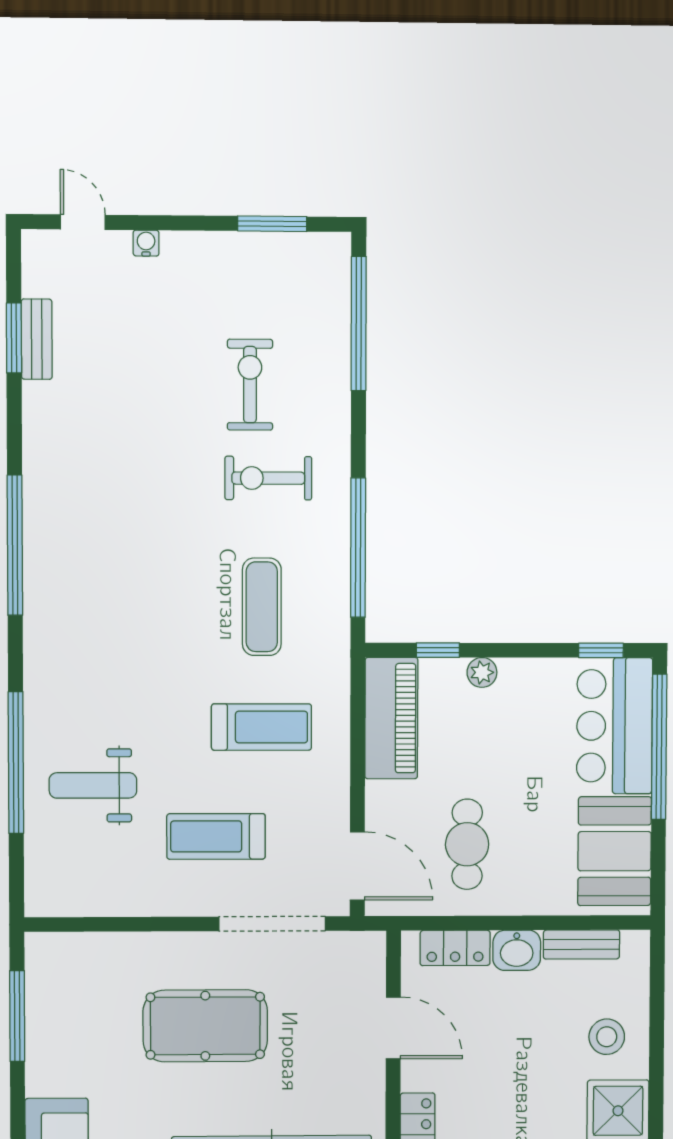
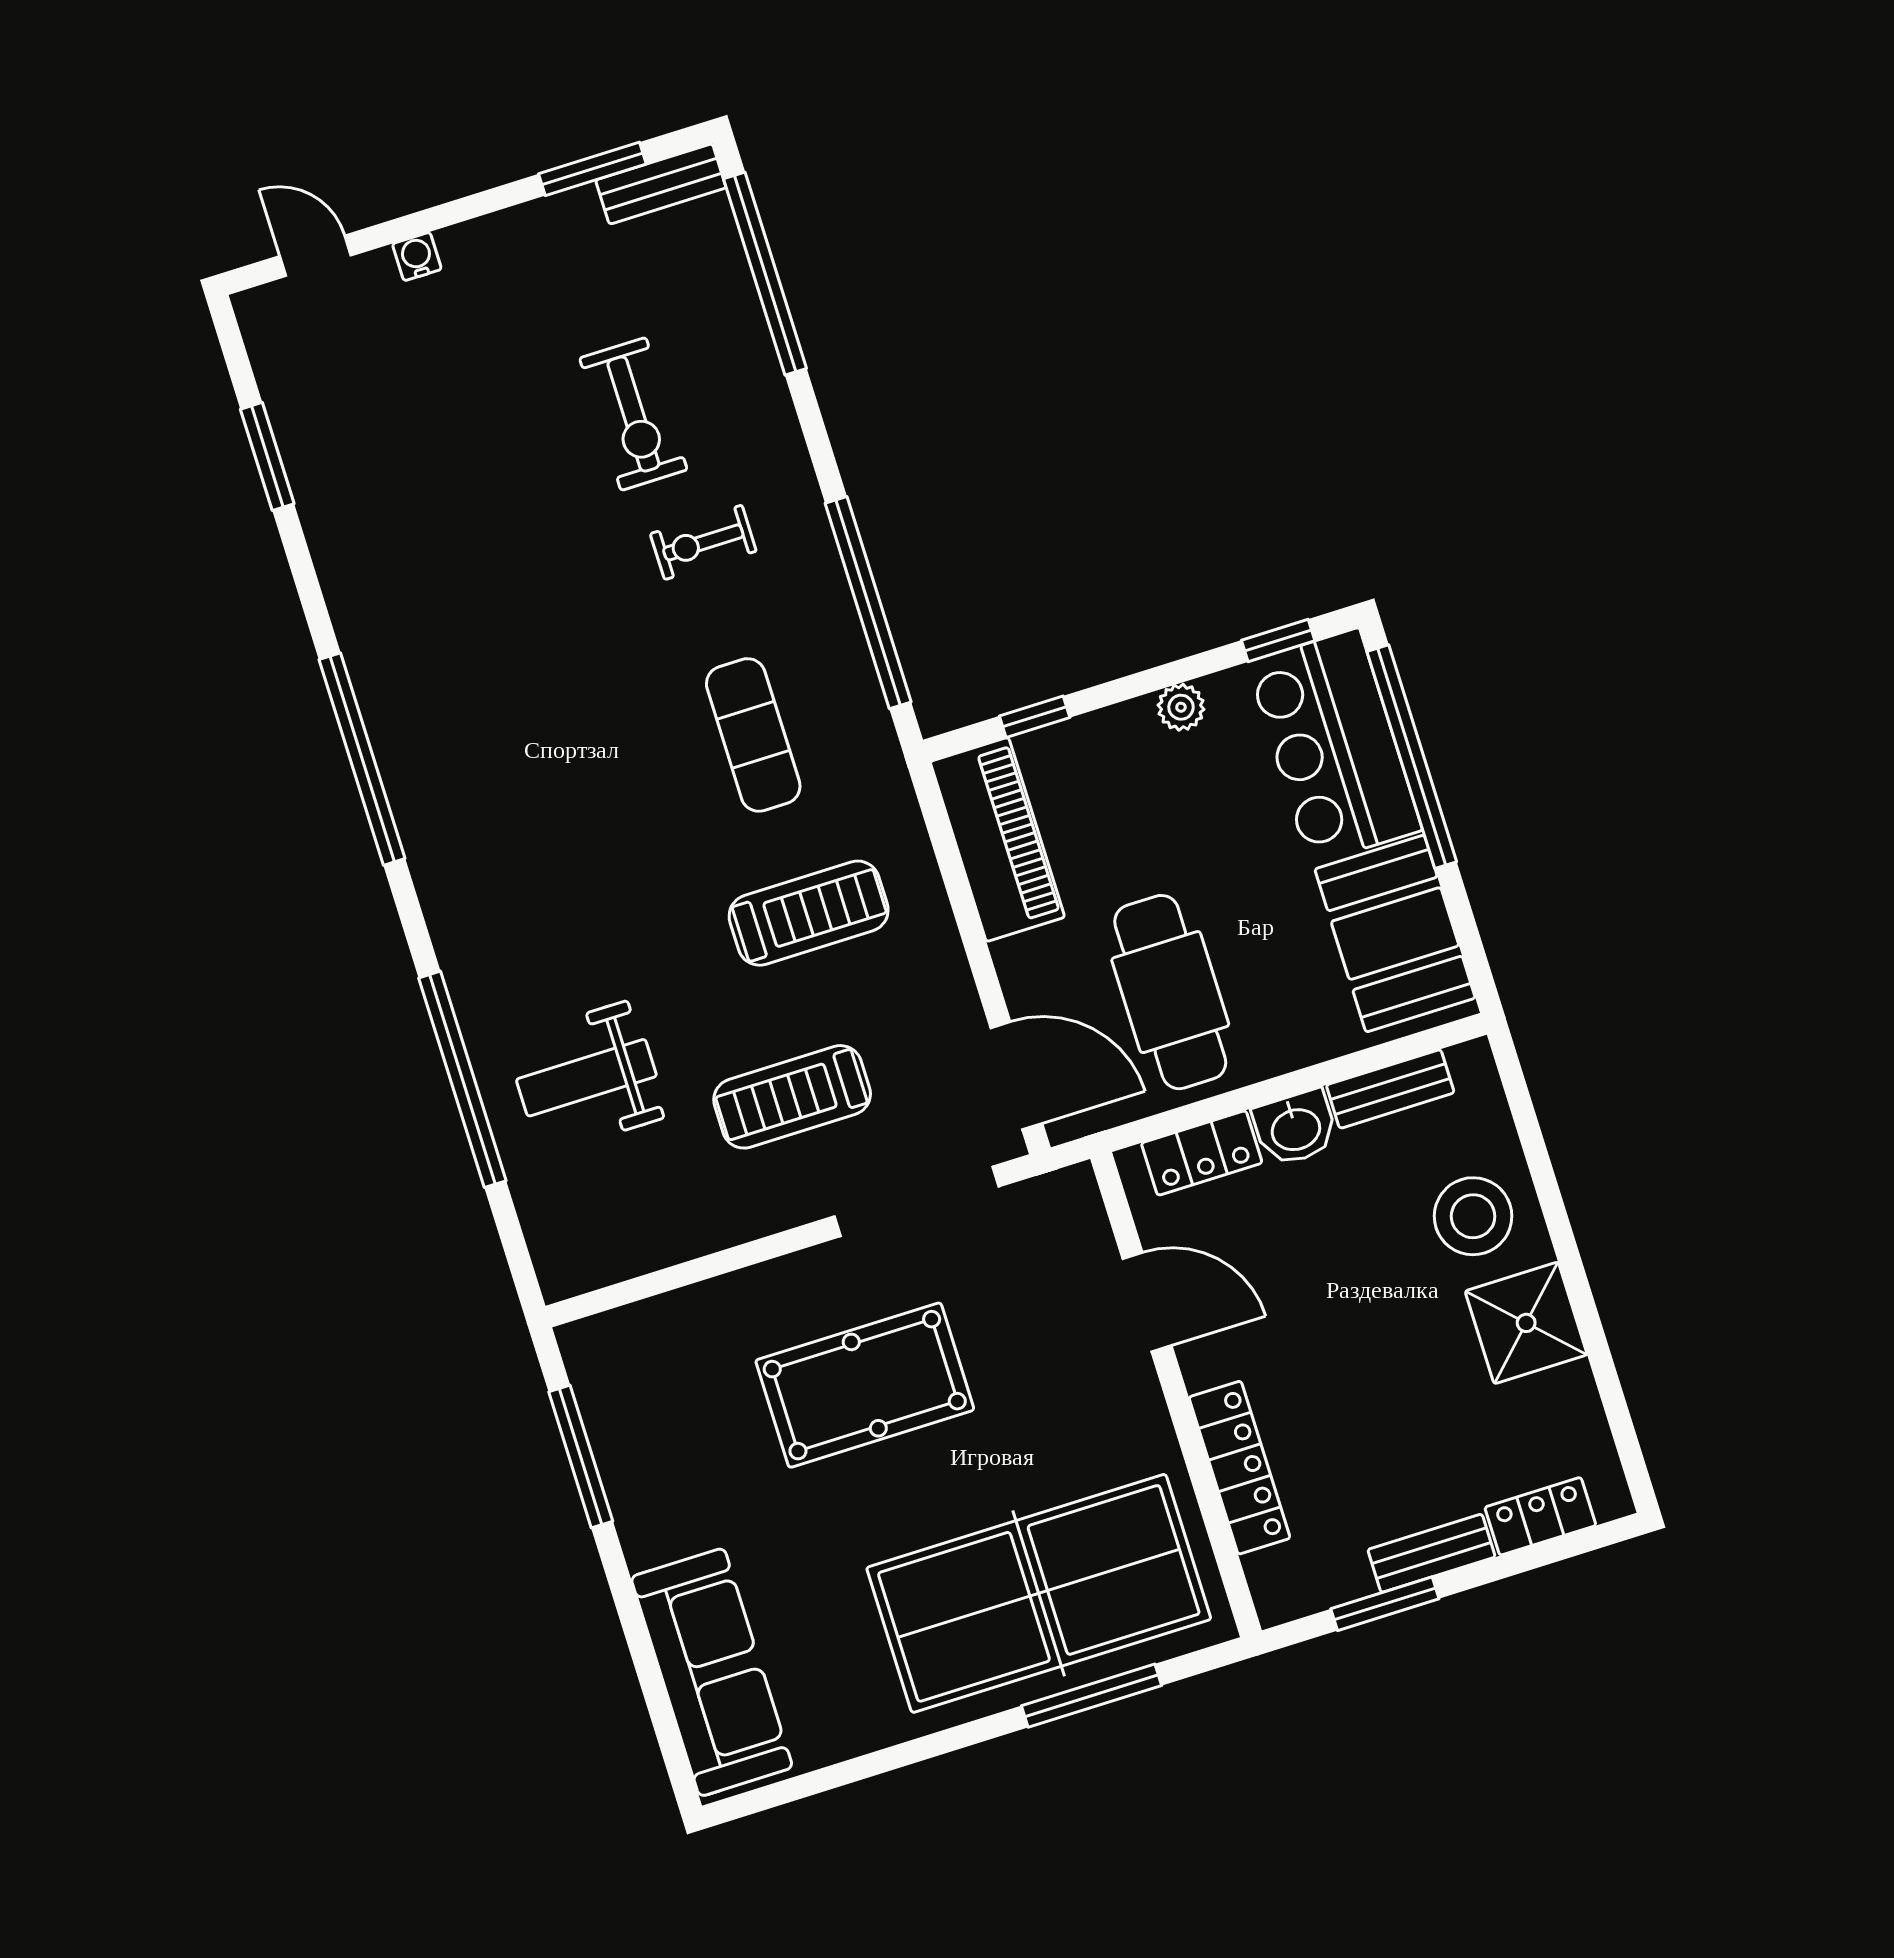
bench: (37, 339) -> (661, 184), moved, turned 90
exercise bike: (250, 385) -> (633, 414), turned 180
exercise bike: (268, 478) -> (703, 542), width x0.73, depth x0.72
plant: (482, 672) -> (1181, 707), moved
cafe table: (467, 844) -> (1170, 992), width x1.37, depth x1.35
stool: (607, 1037) -> (1473, 1216), width x1.38, depth x1.38

